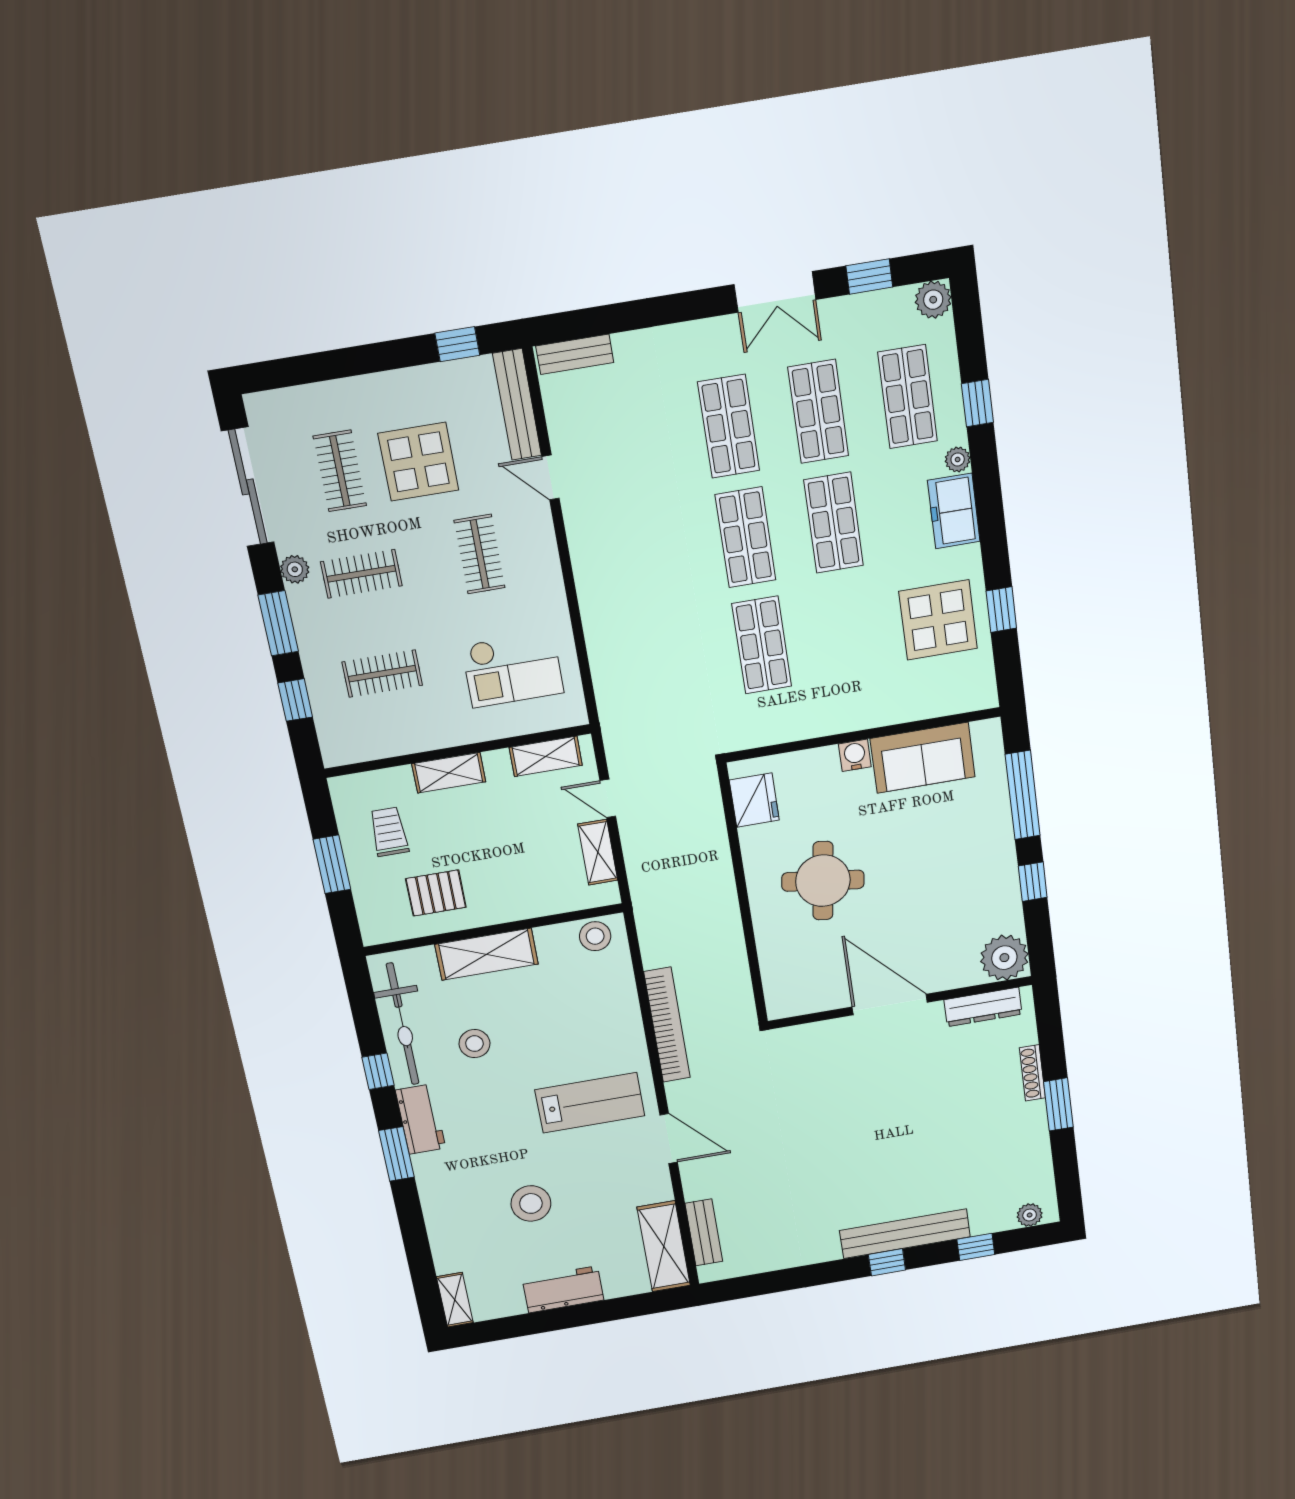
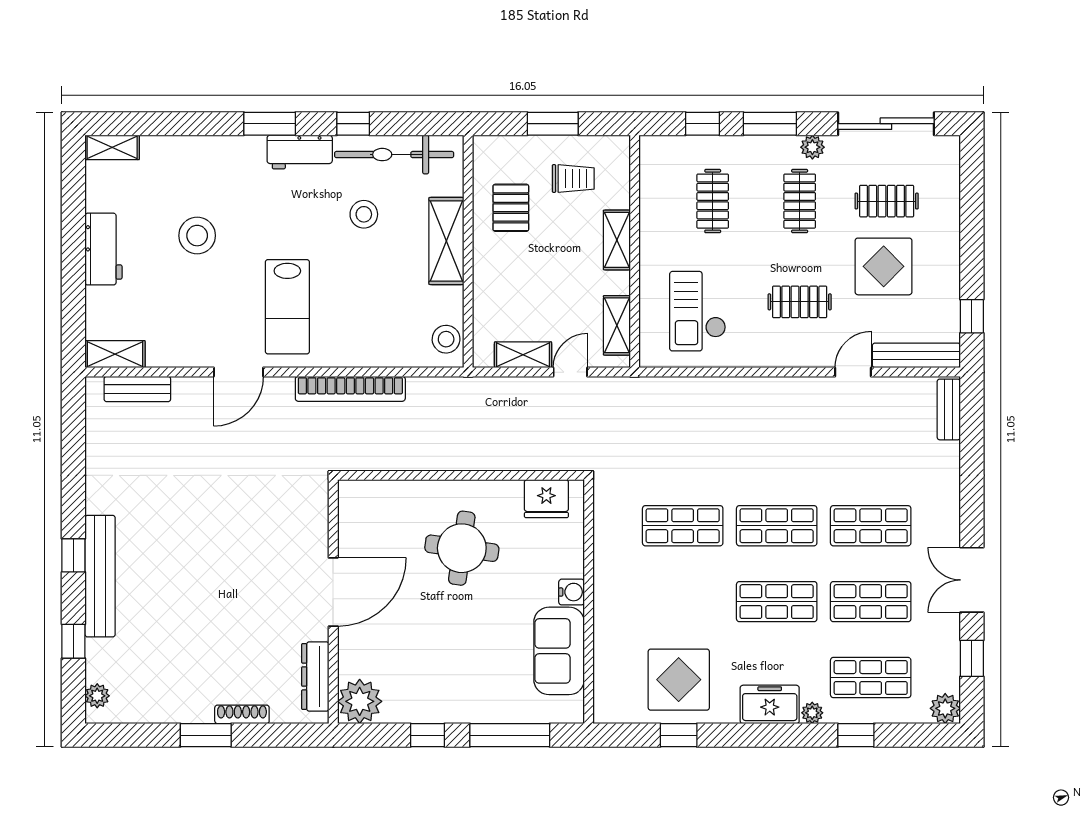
shelving: (664, 1246) -> (115, 354), width x0.67, depth x0.75

